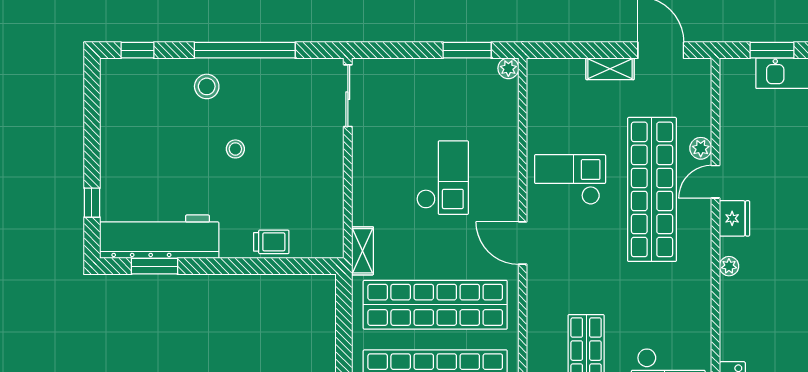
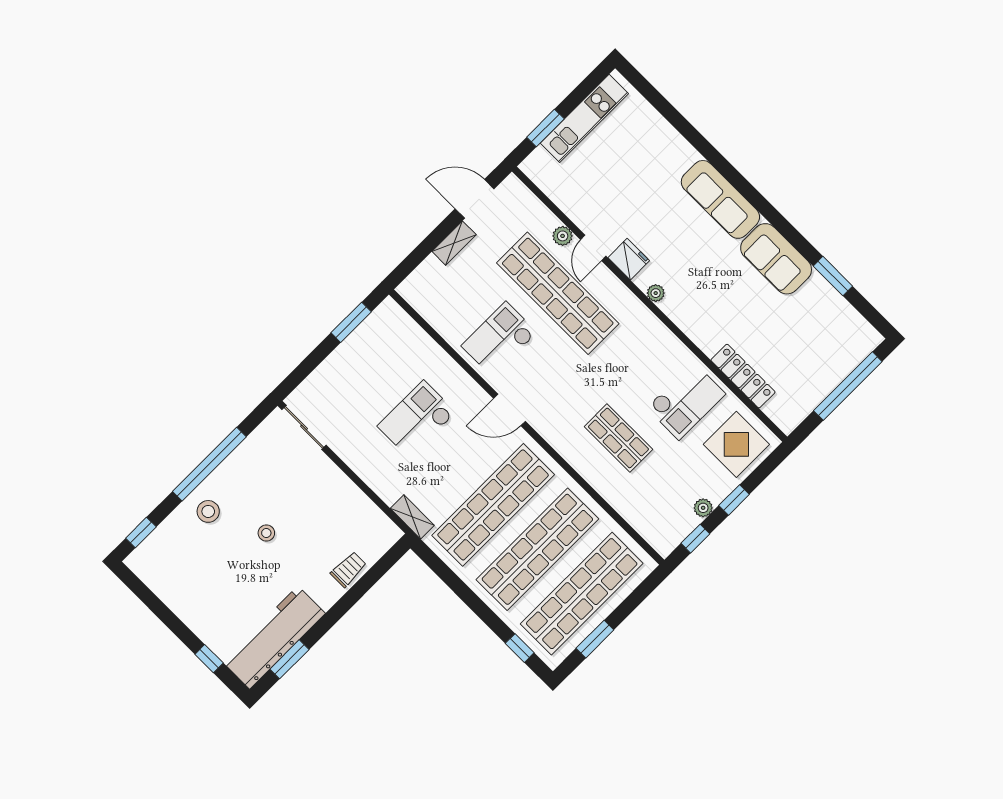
plant: (508, 68) -> (389, 308), removed
checkout: (442, 178) -> (417, 419), turned -90

